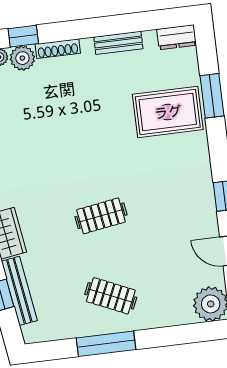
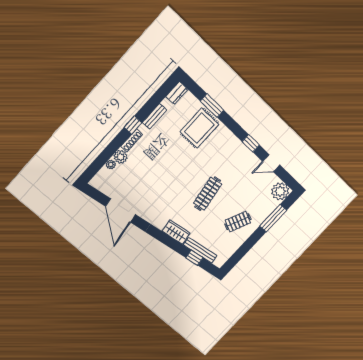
window: (23, 36) -> (133, 125), moved
clothes rail: (101, 216) -> (208, 194), width x1.36
window: (106, 344) -> (273, 218), moved

